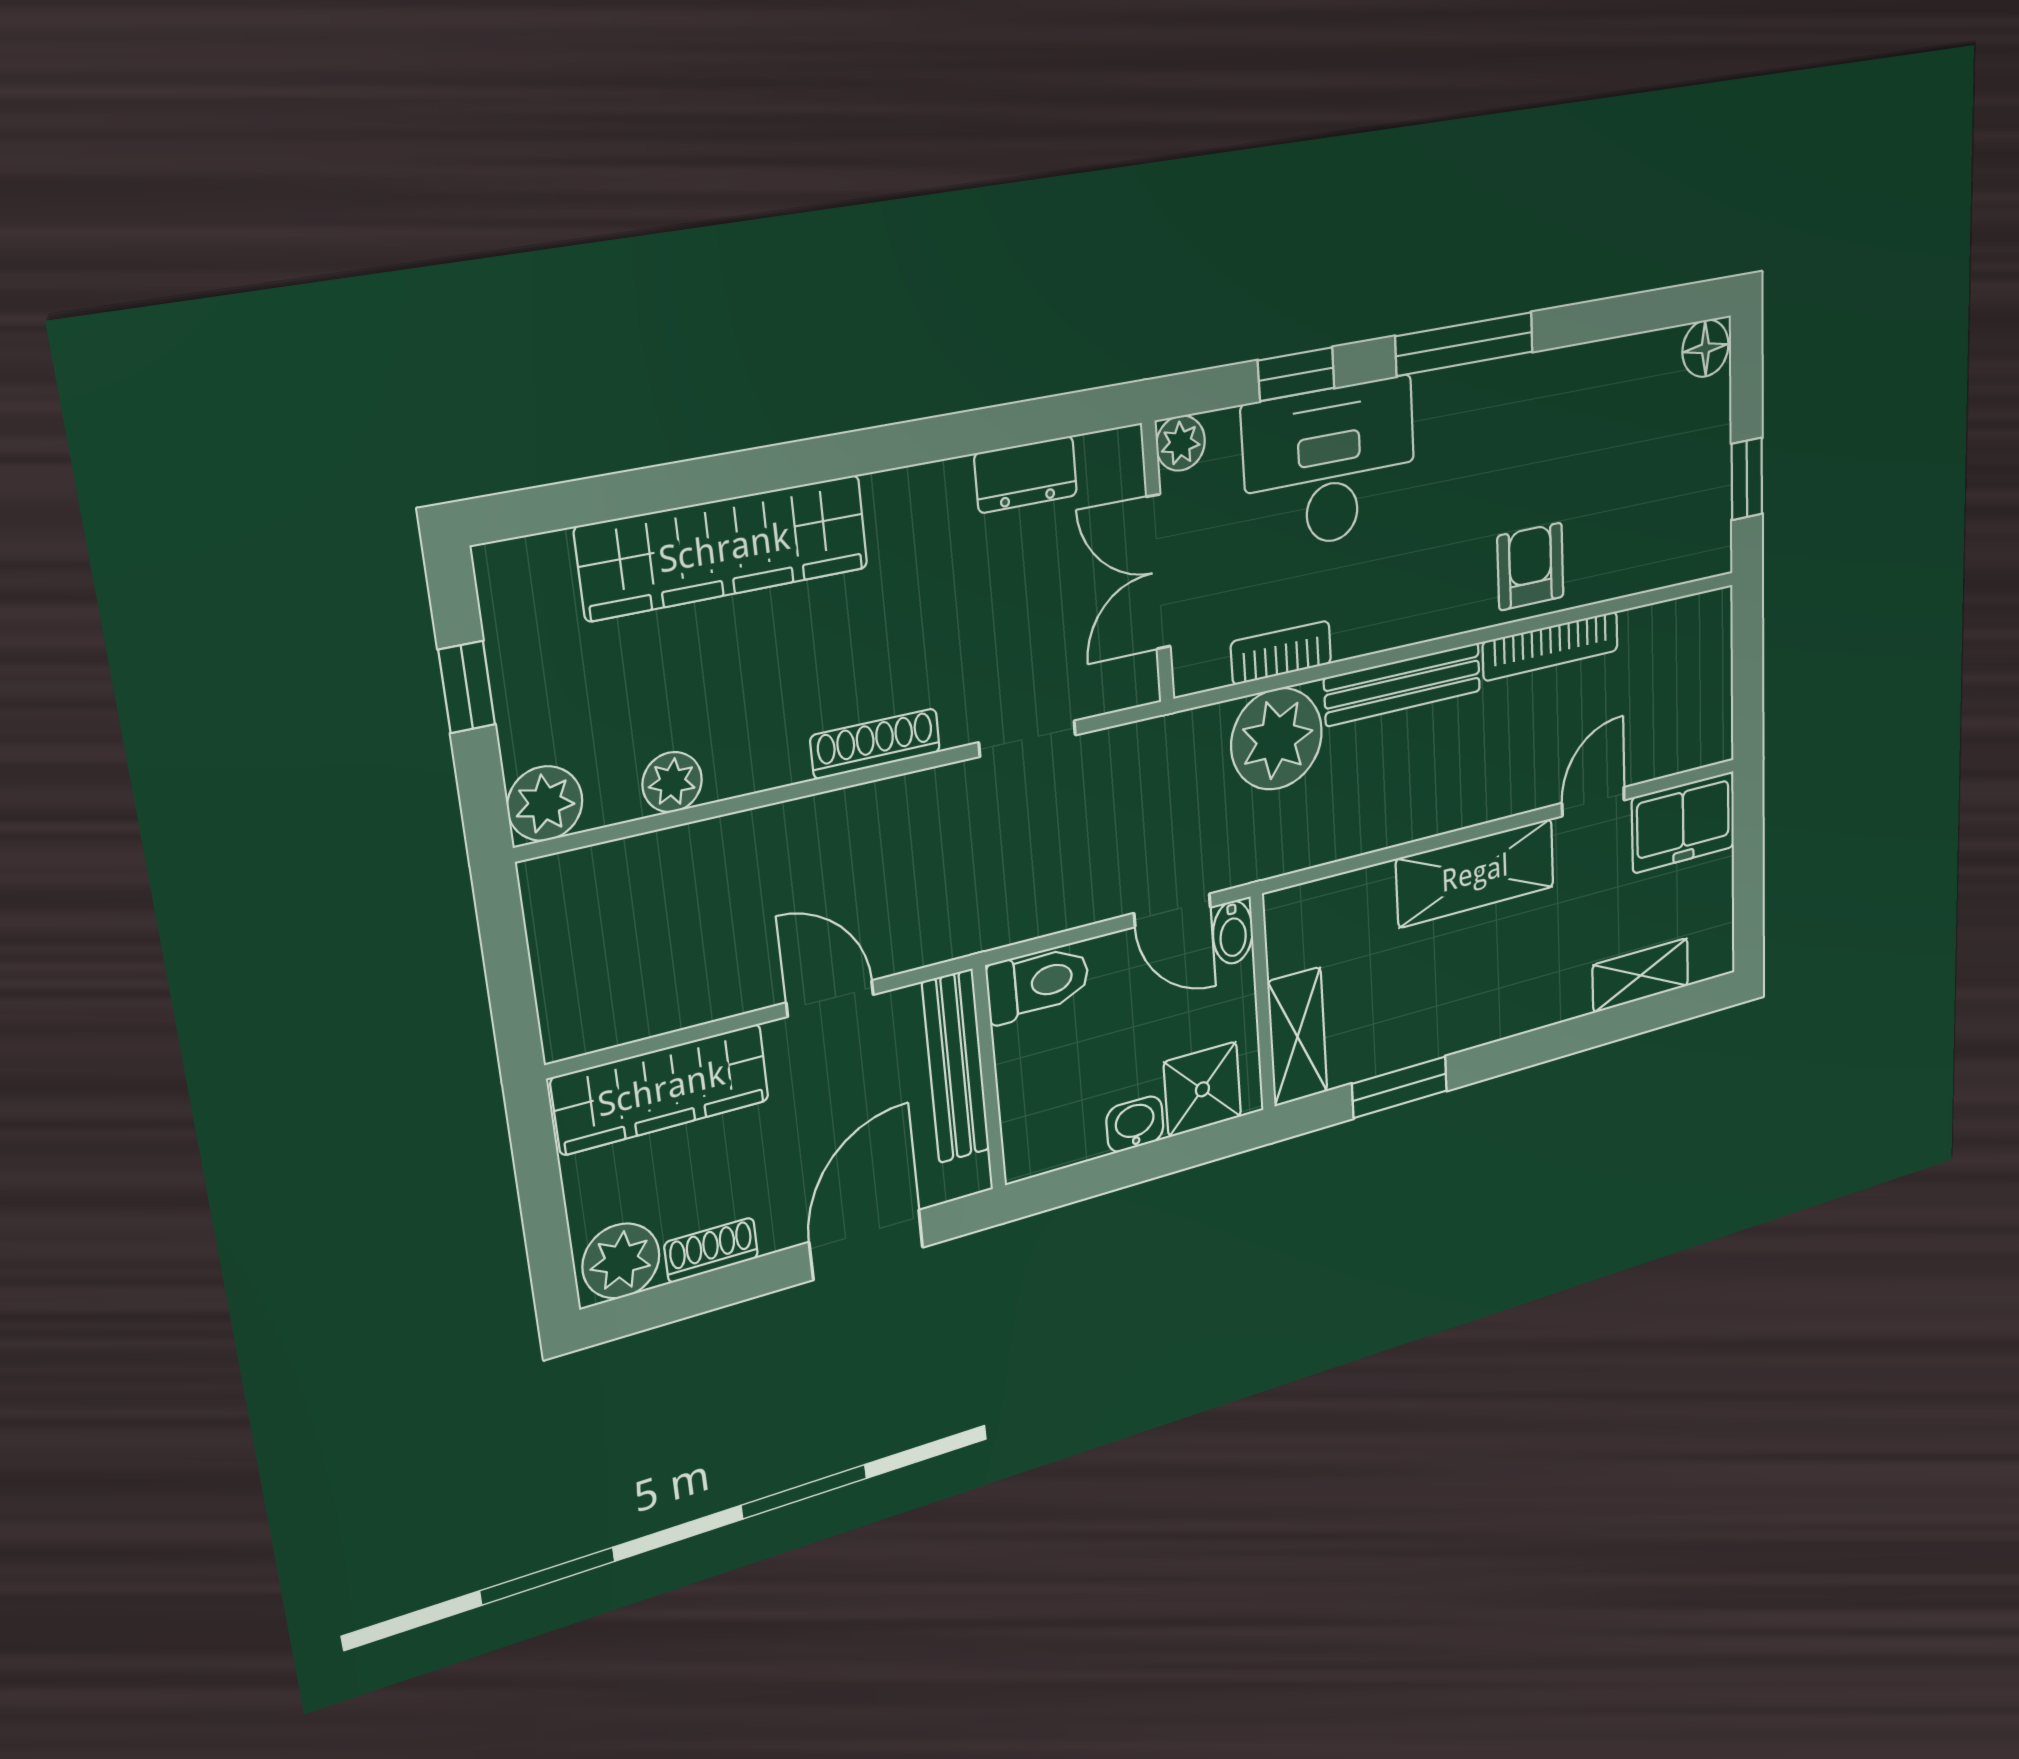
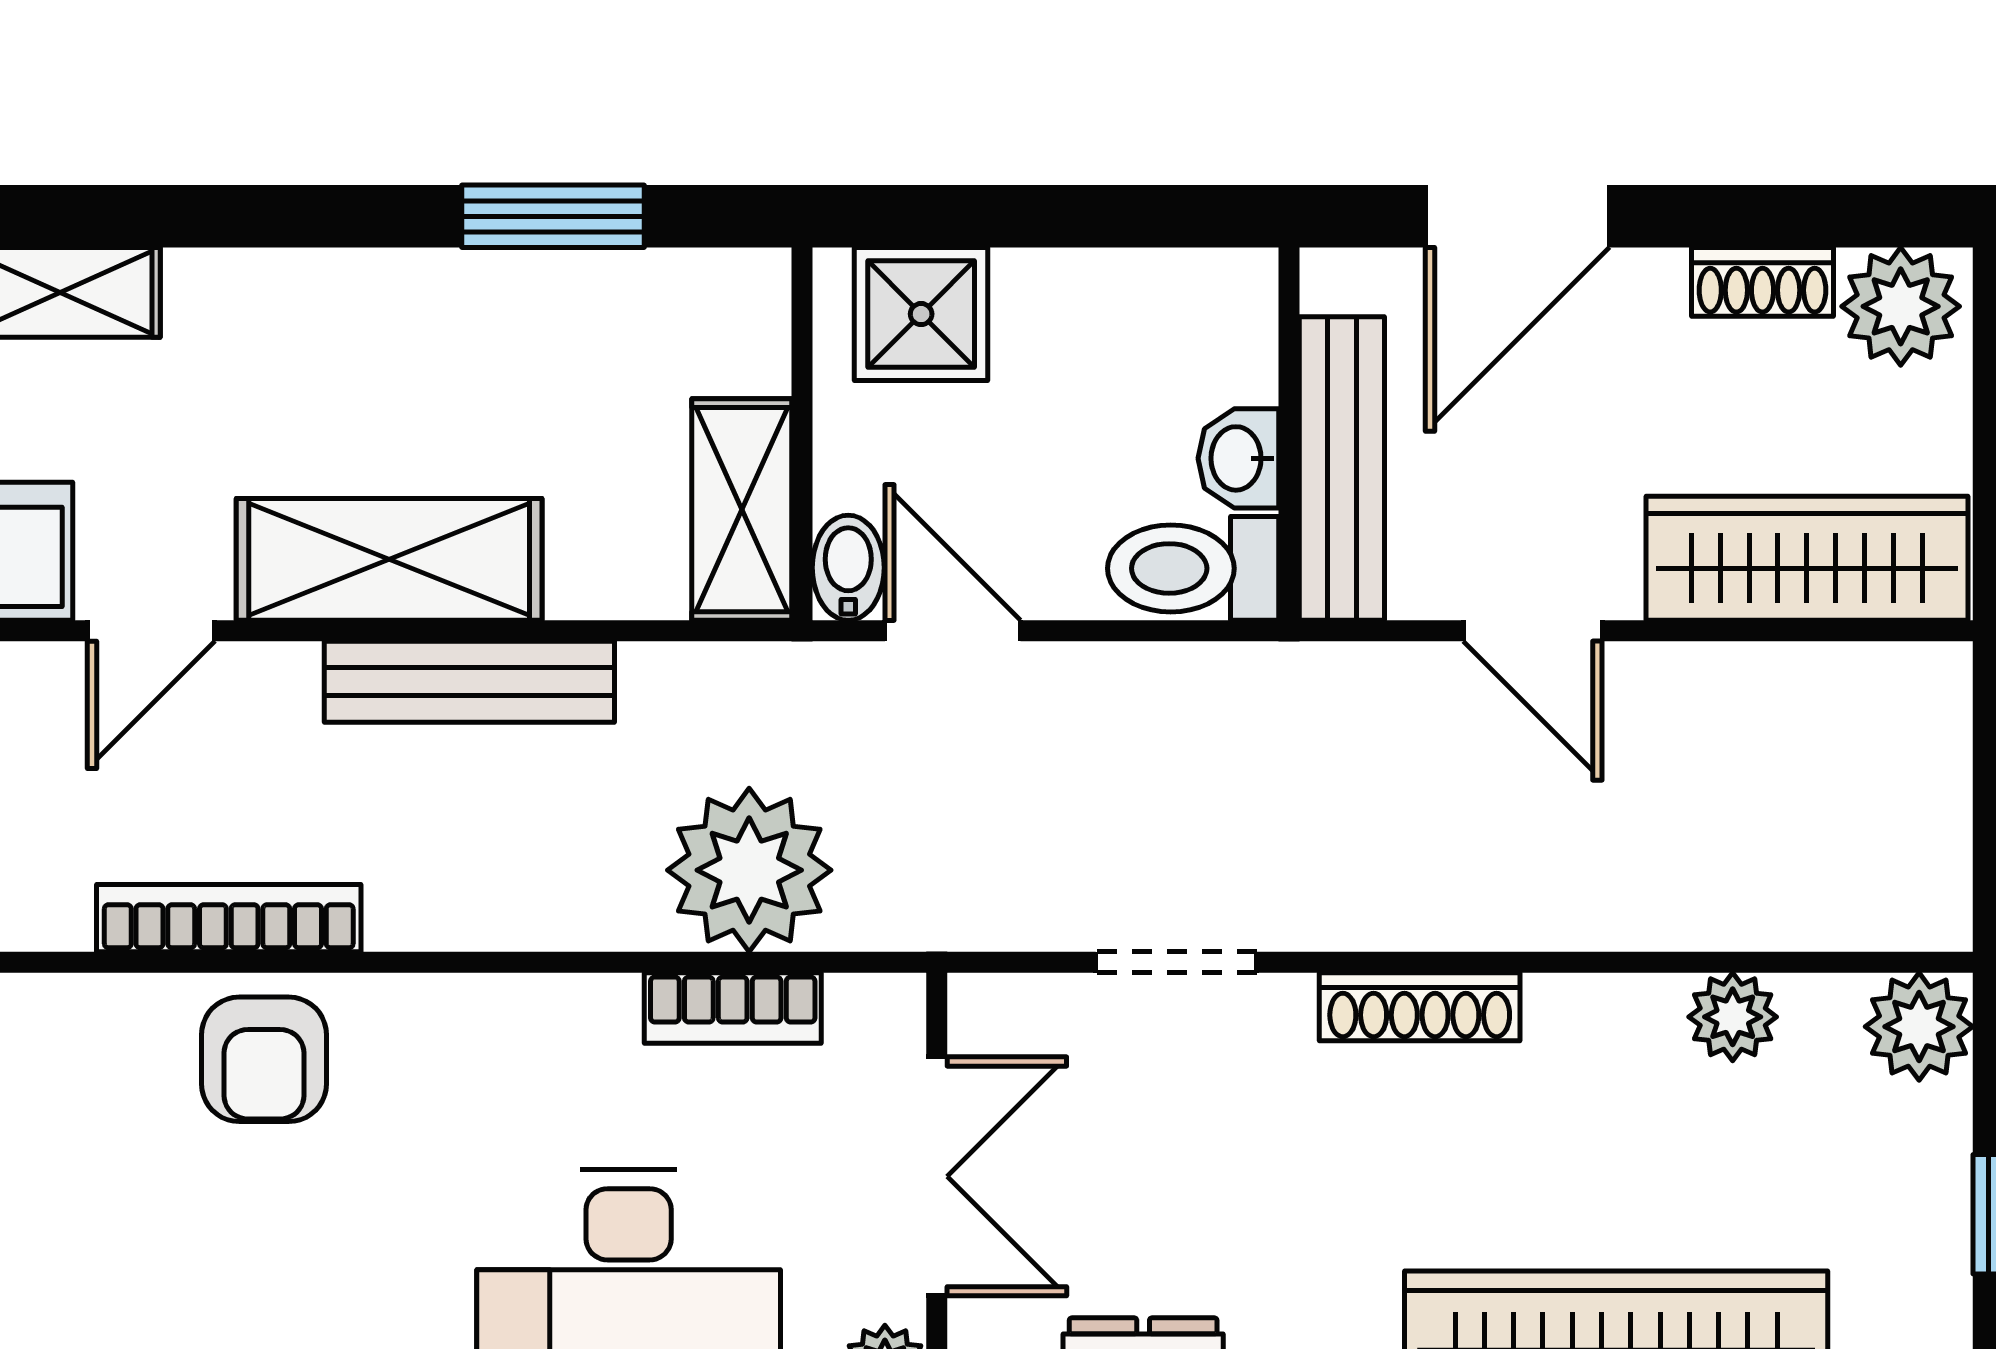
bench: (1403, 684) -> (469, 682), moved
shelving: (1297, 1037) -> (742, 510), moved
washbasin: (1135, 1124) -> (1238, 458), moved, turned 90

